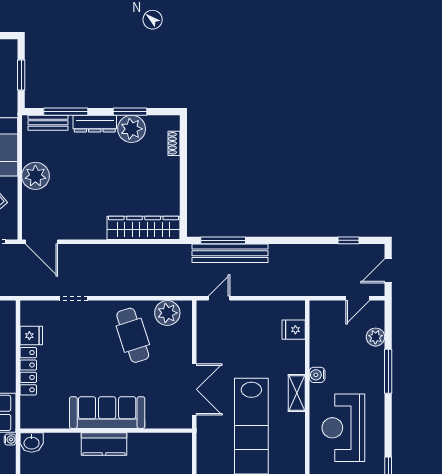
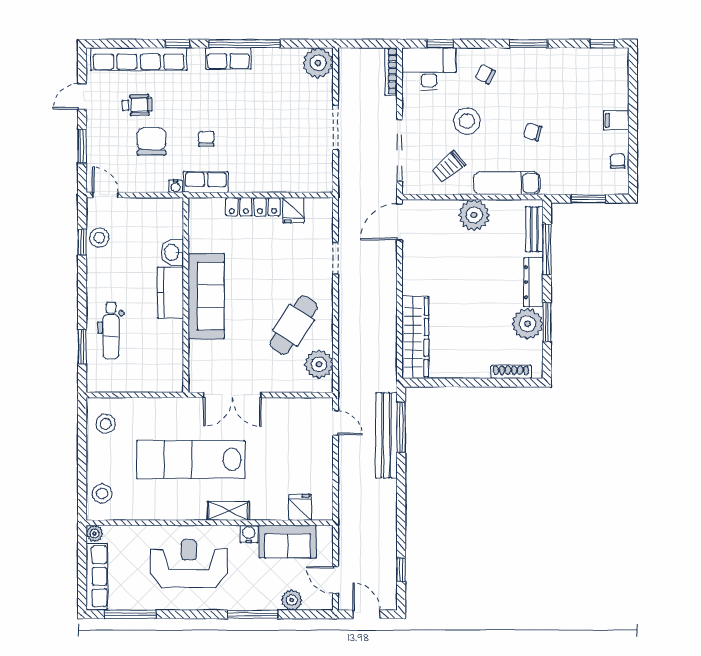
shoe rack: (174, 143) -> (511, 372), width x1.43
cafe table: (133, 335) -> (294, 325), turned -38
sofa: (324, 341) -> (288, 542), added
washbasin: (32, 443) -> (172, 252), moved

